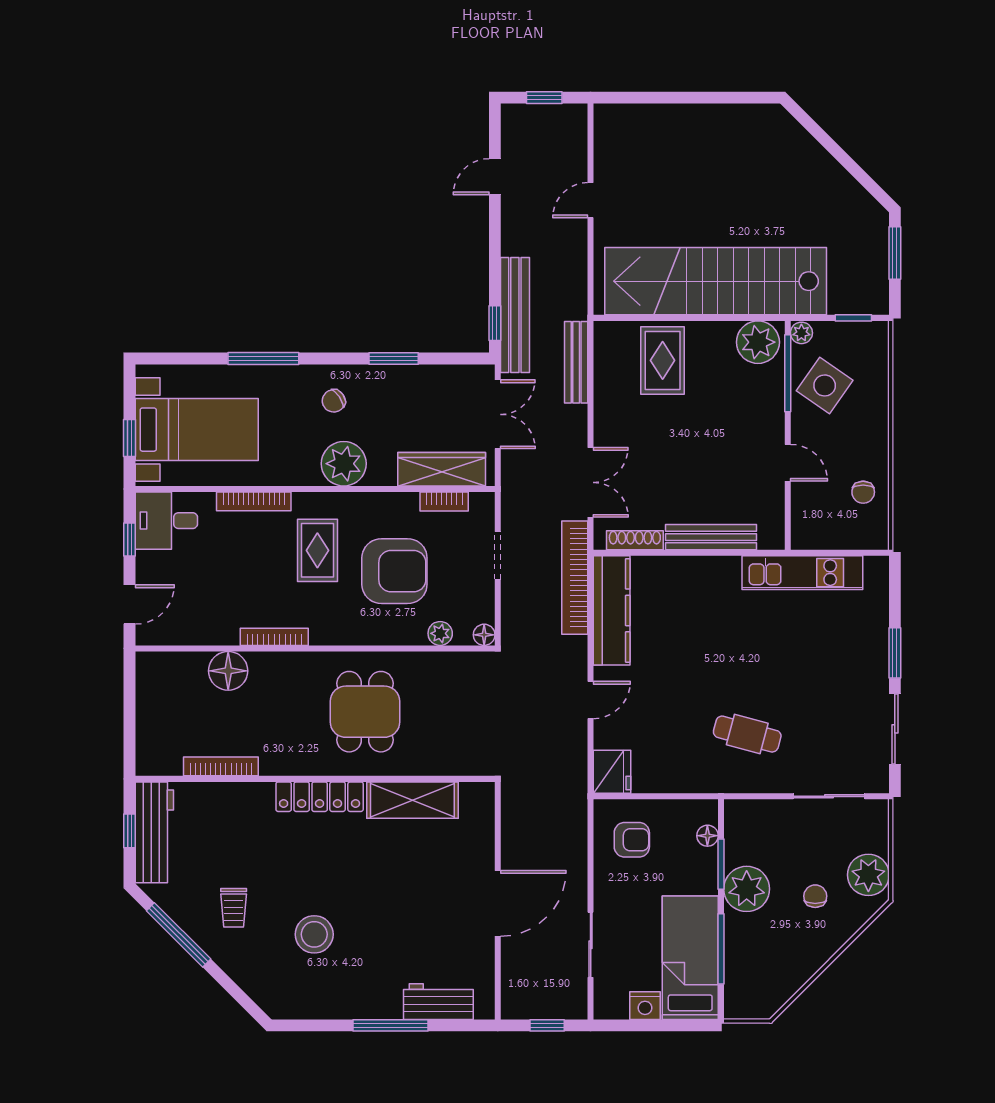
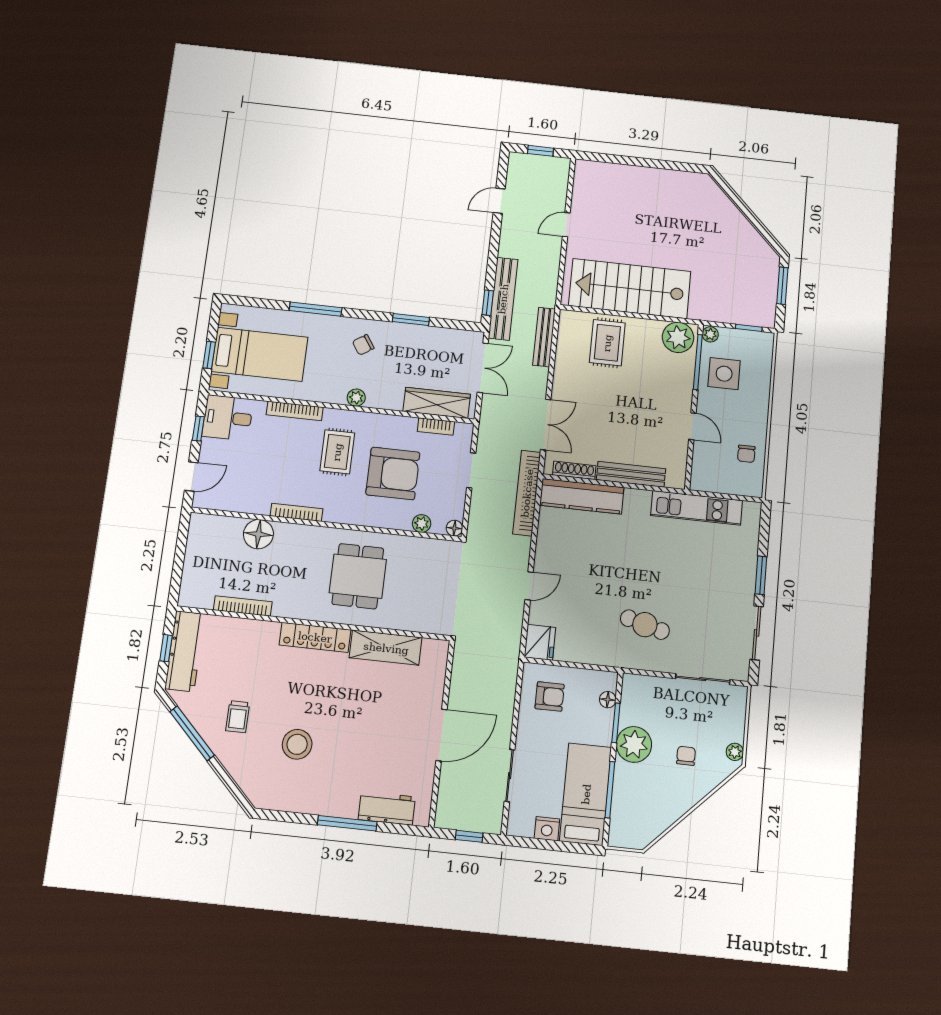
stairs: (716, 281) -> (630, 289), width x0.73
side table: (825, 385) -> (724, 374), turned -35
plant: (344, 464) -> (356, 398), width x0.53, depth x0.53
kitchen counter: (612, 610) -> (582, 496), moved, turned 90
plant: (868, 875) -> (735, 752), width x0.53, depth x0.53

